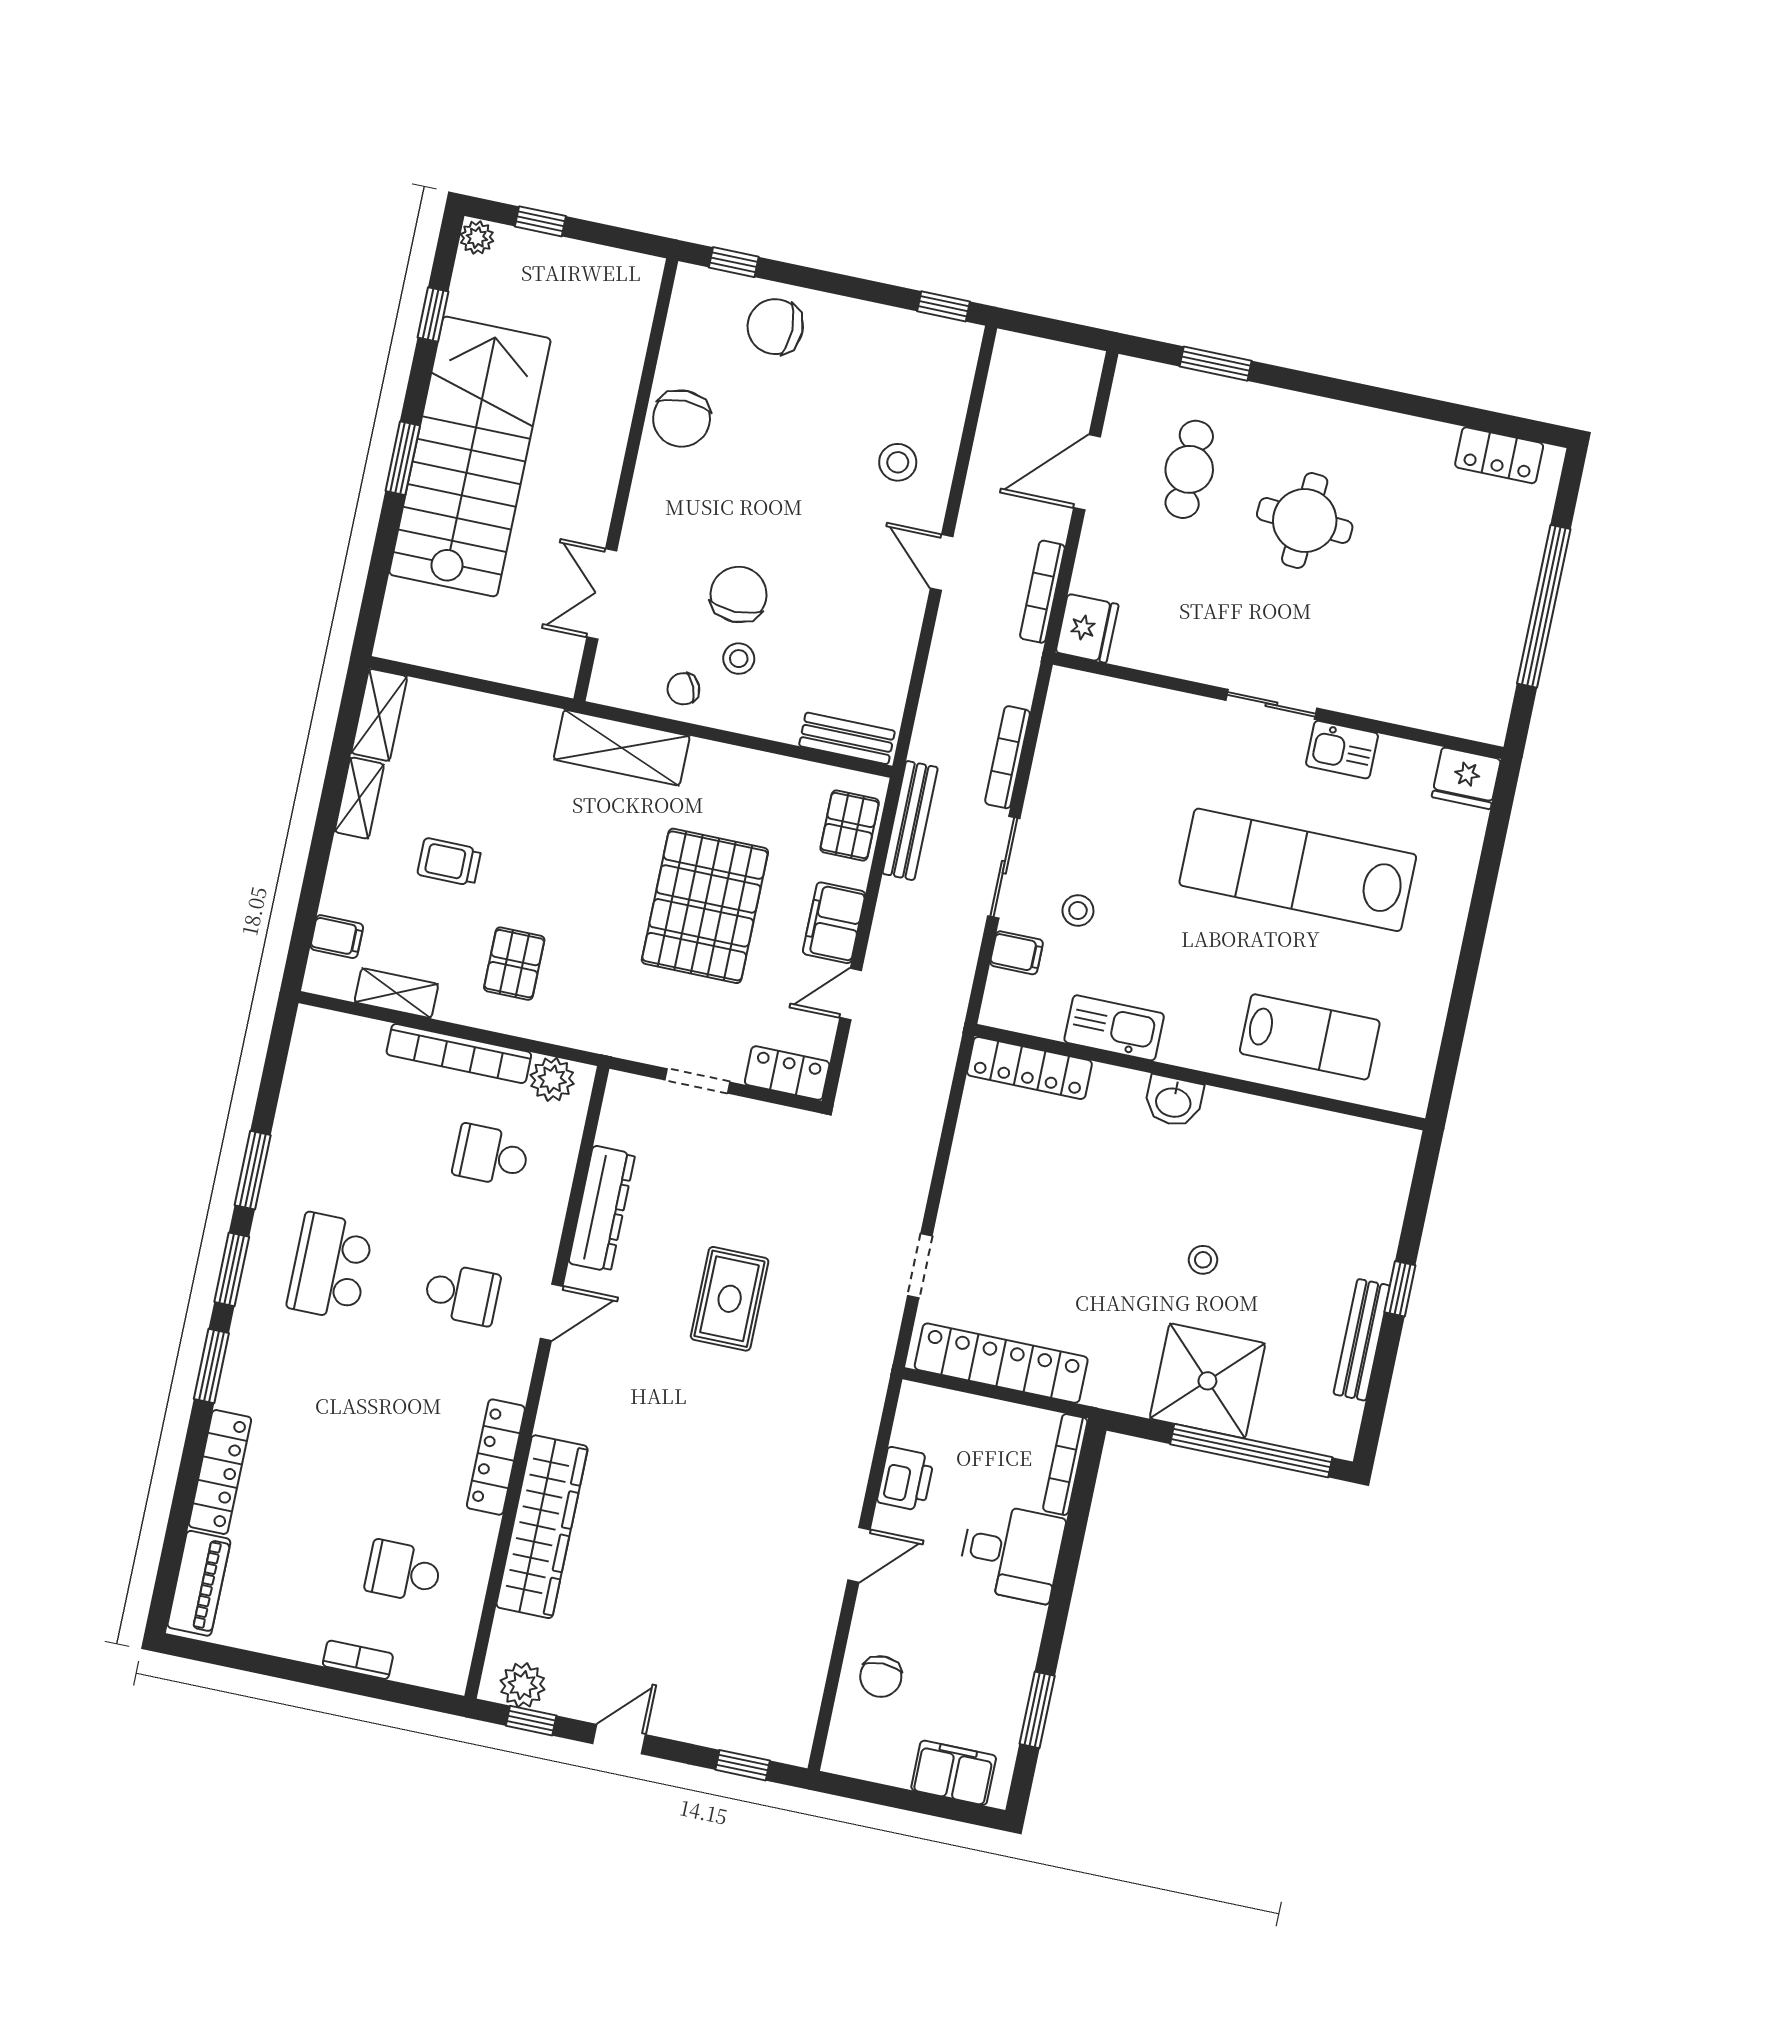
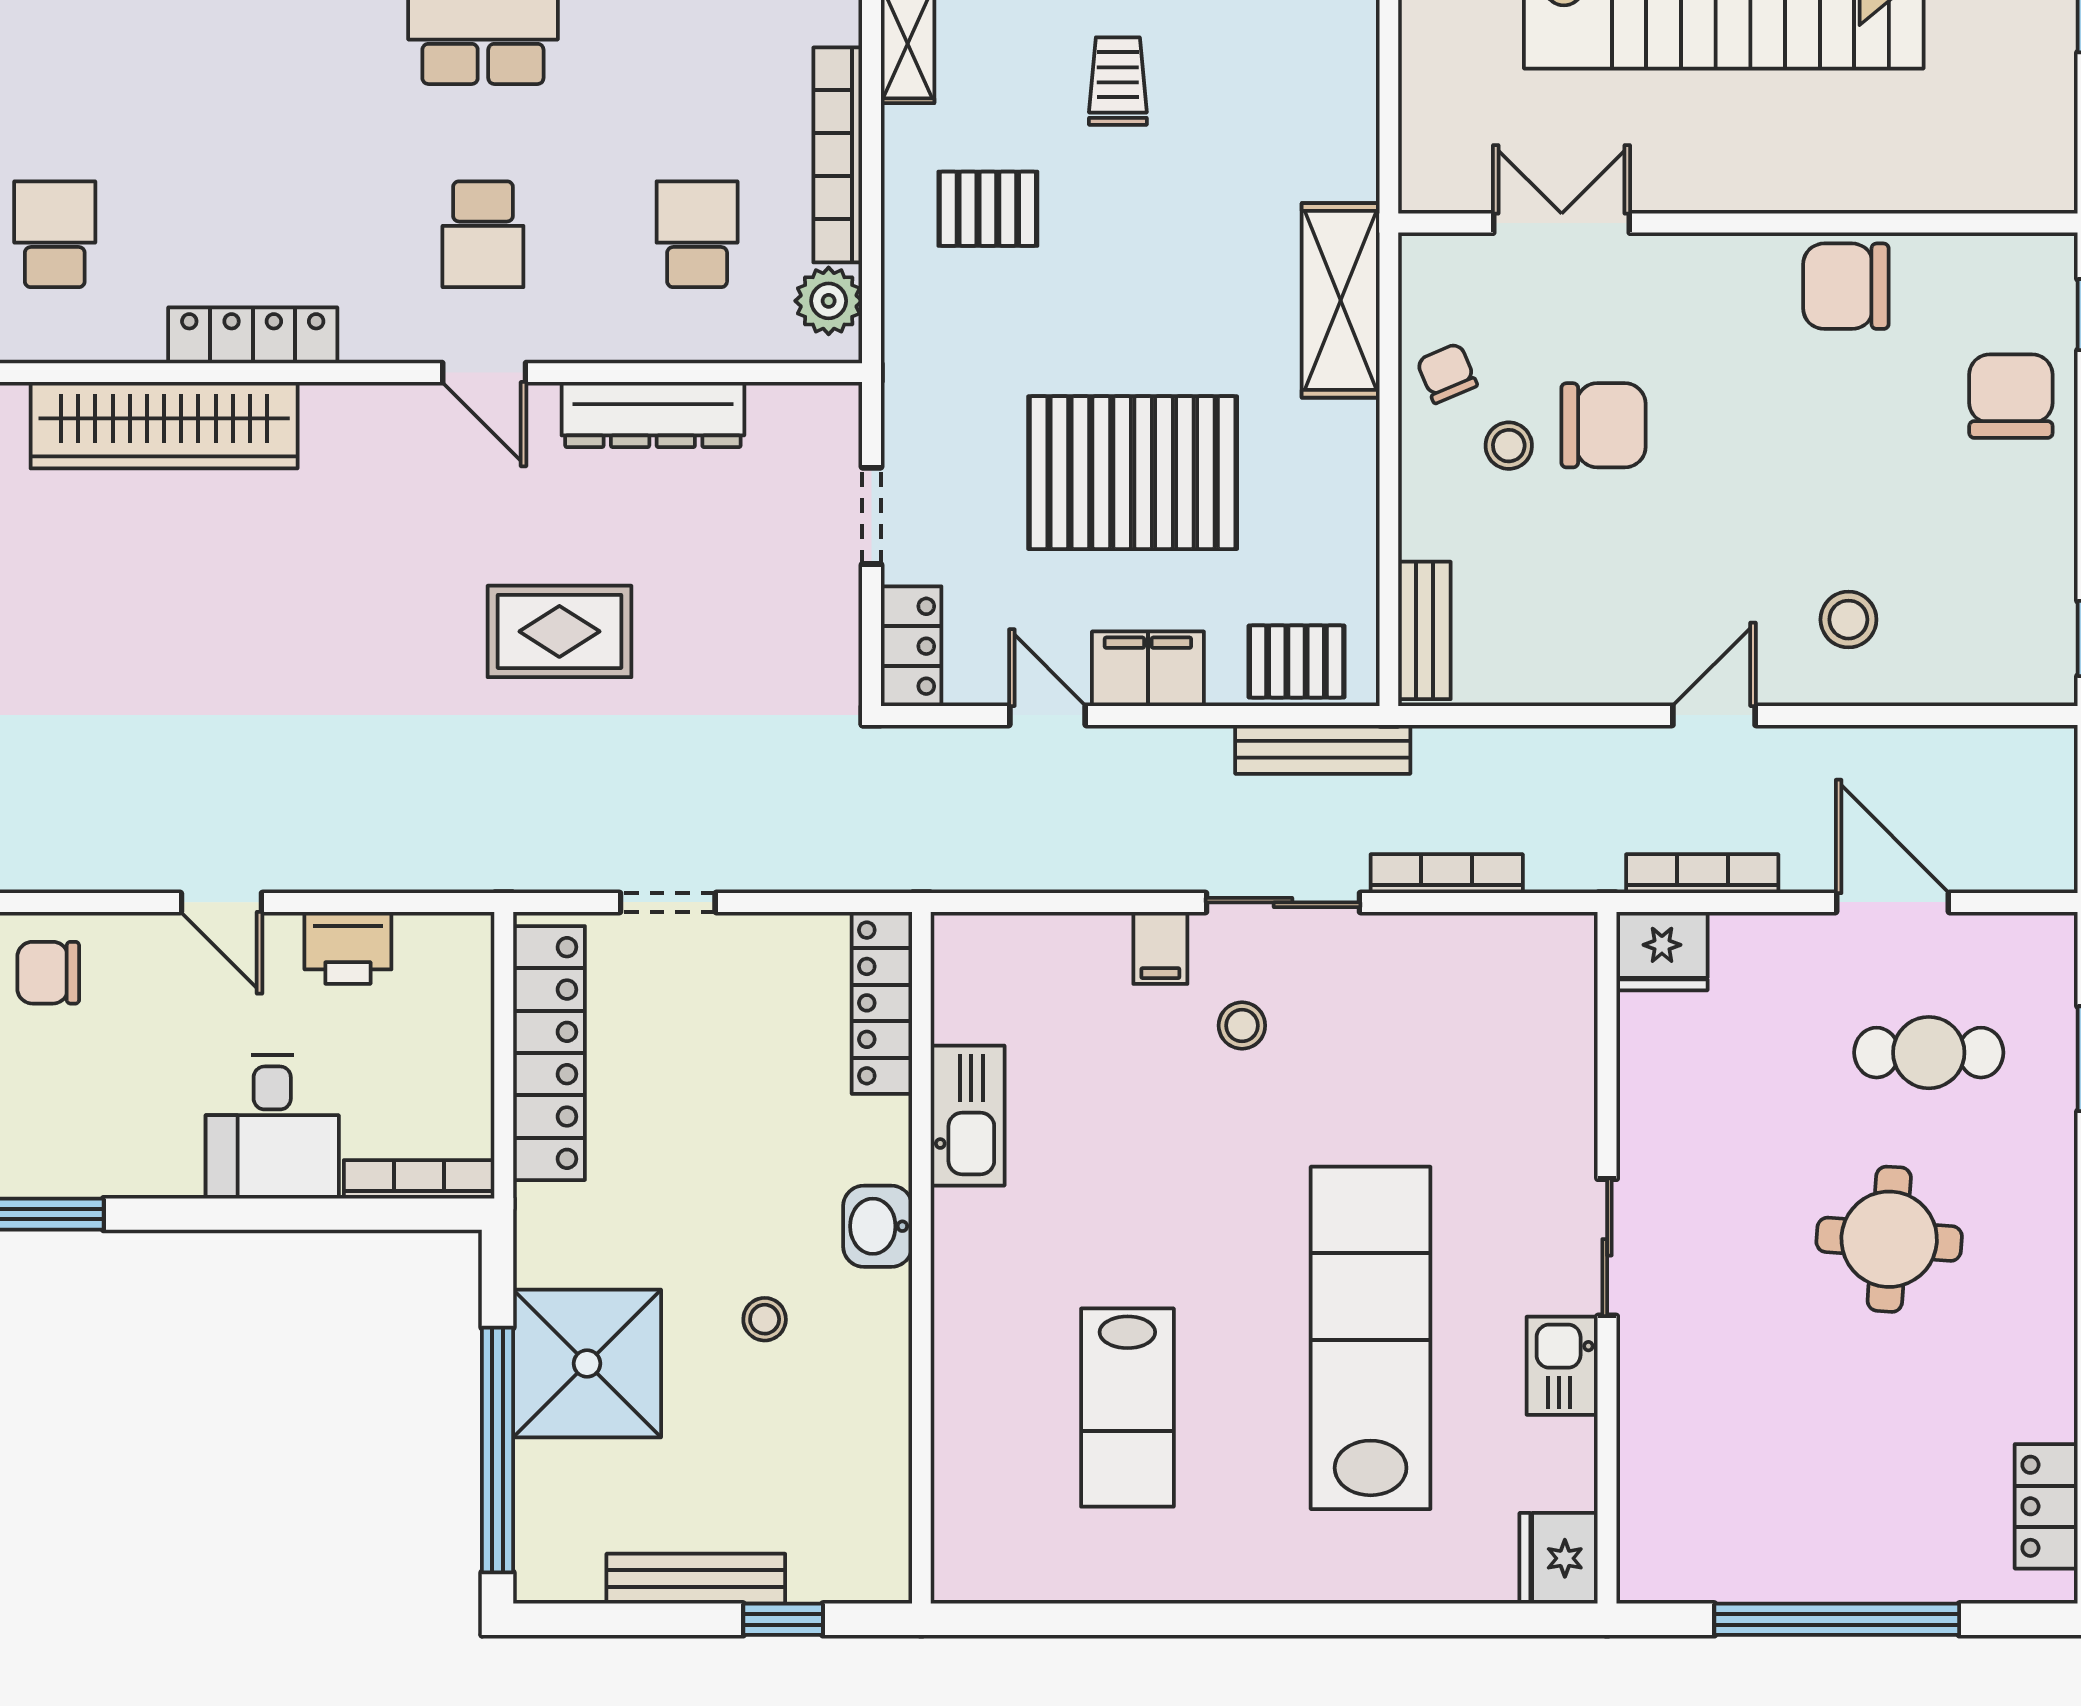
kitchen sink: (1114, 1028) -> (968, 1116), moved
locker: (1029, 1068) -> (882, 1003), moved
wall: (1200, 1077) -> (921, 1258), moved
washbasin: (1174, 1101) -> (878, 1226), moved

